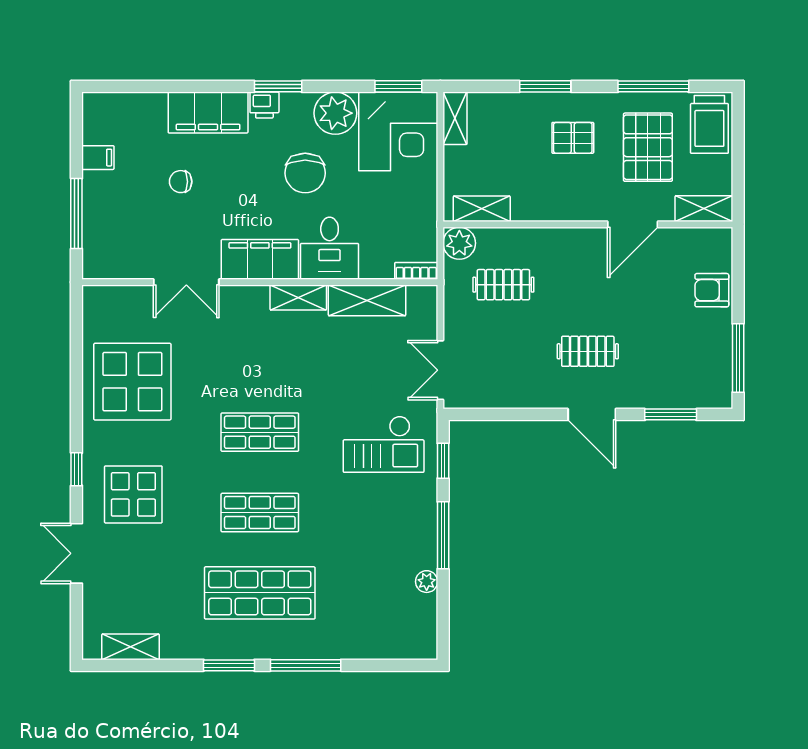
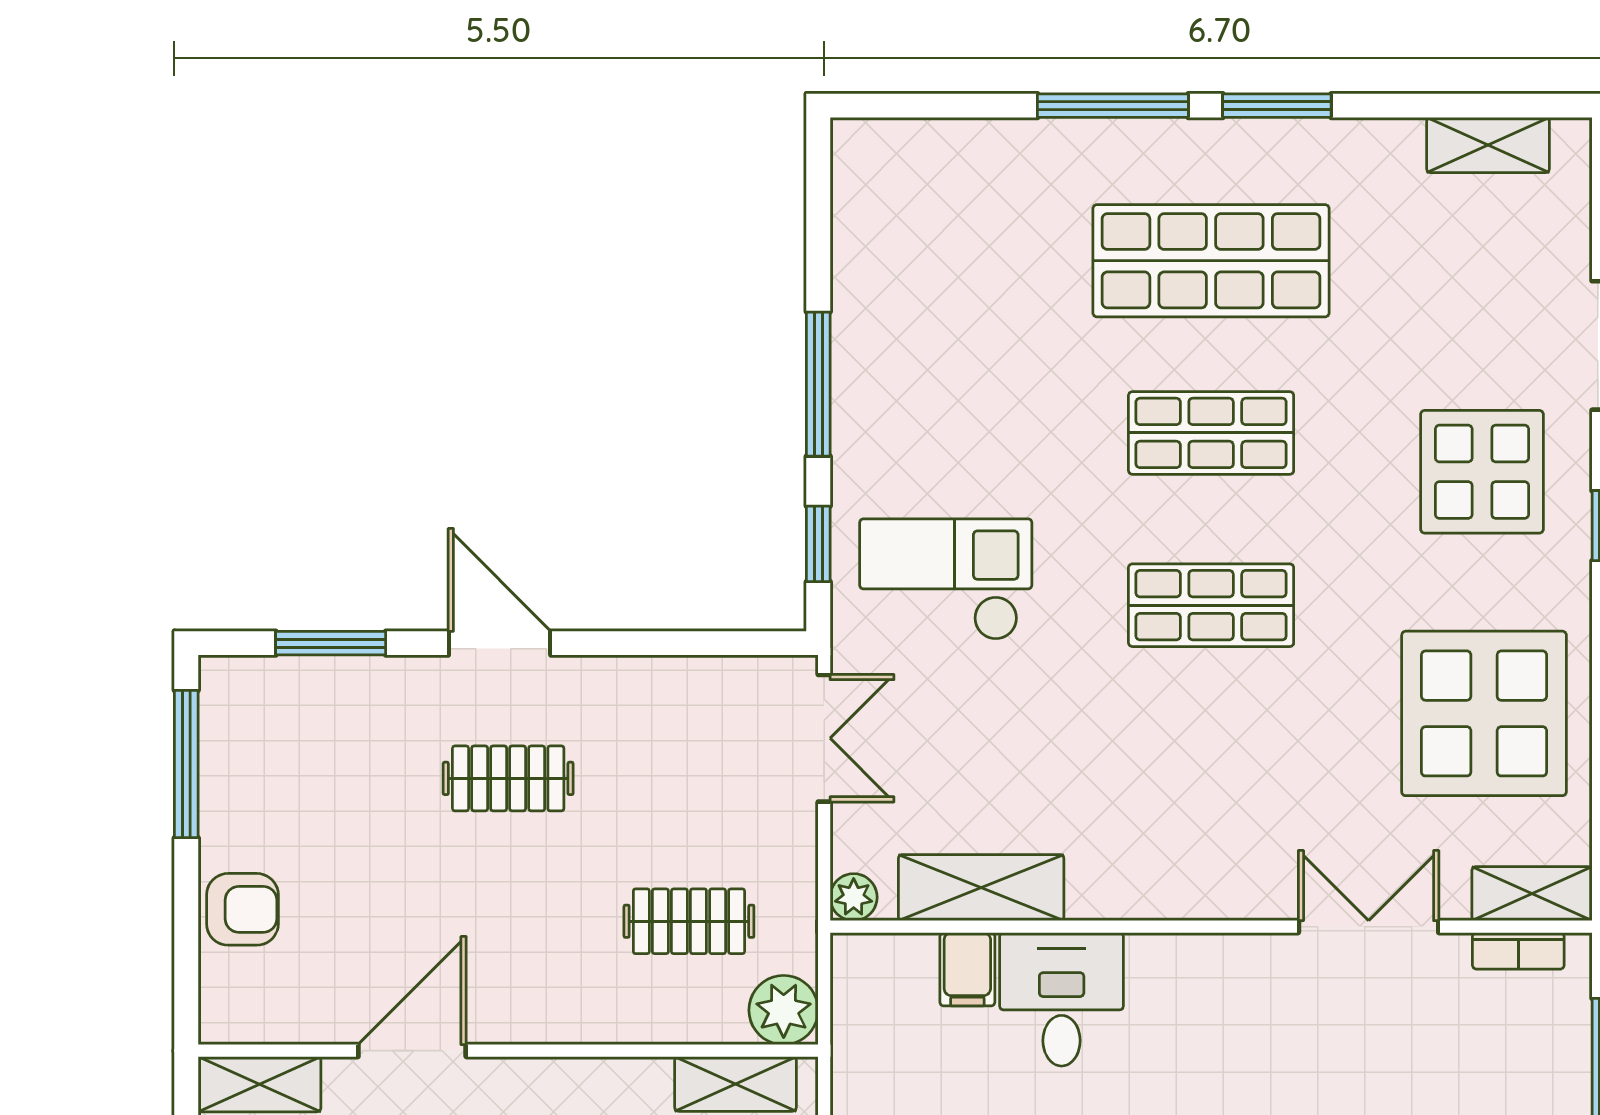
filing cabinet: (260, 259) -> (967, 969), moved, width x0.33, depth x0.86
bookcase: (416, 271) -> (1518, 951), moved
shelving: (298, 298) -> (1532, 894), moved
plant: (427, 582) -> (854, 897), moved

